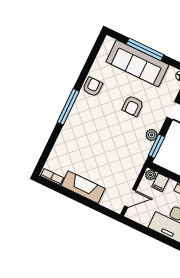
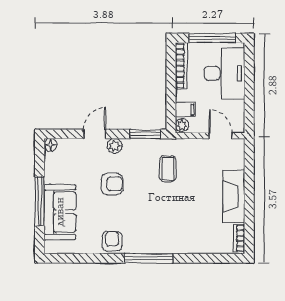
sofa: (137, 63) -> (60, 212), width x0.73
armchair: (93, 87) -> (112, 241), turned 90
plant: (152, 135) -> (115, 146), moved
coffee table: (125, 150) -> (168, 169), added

